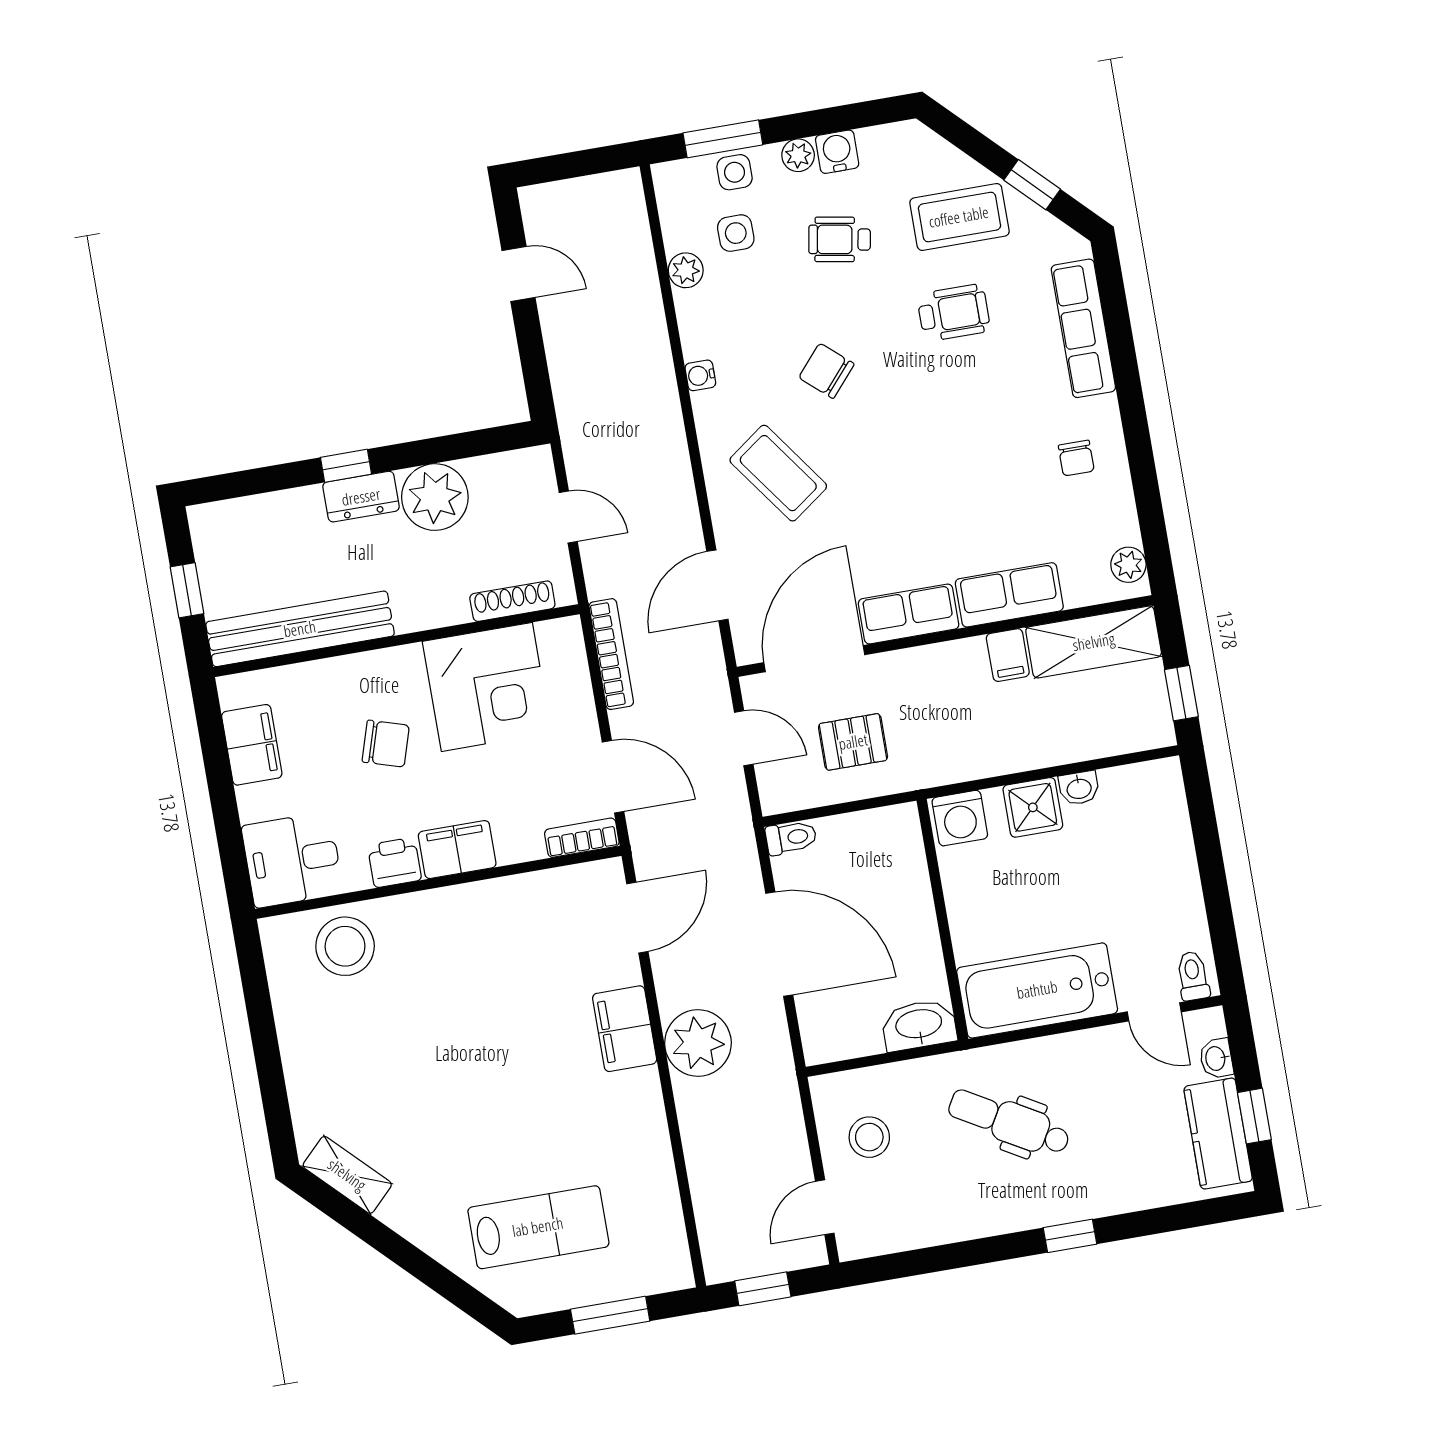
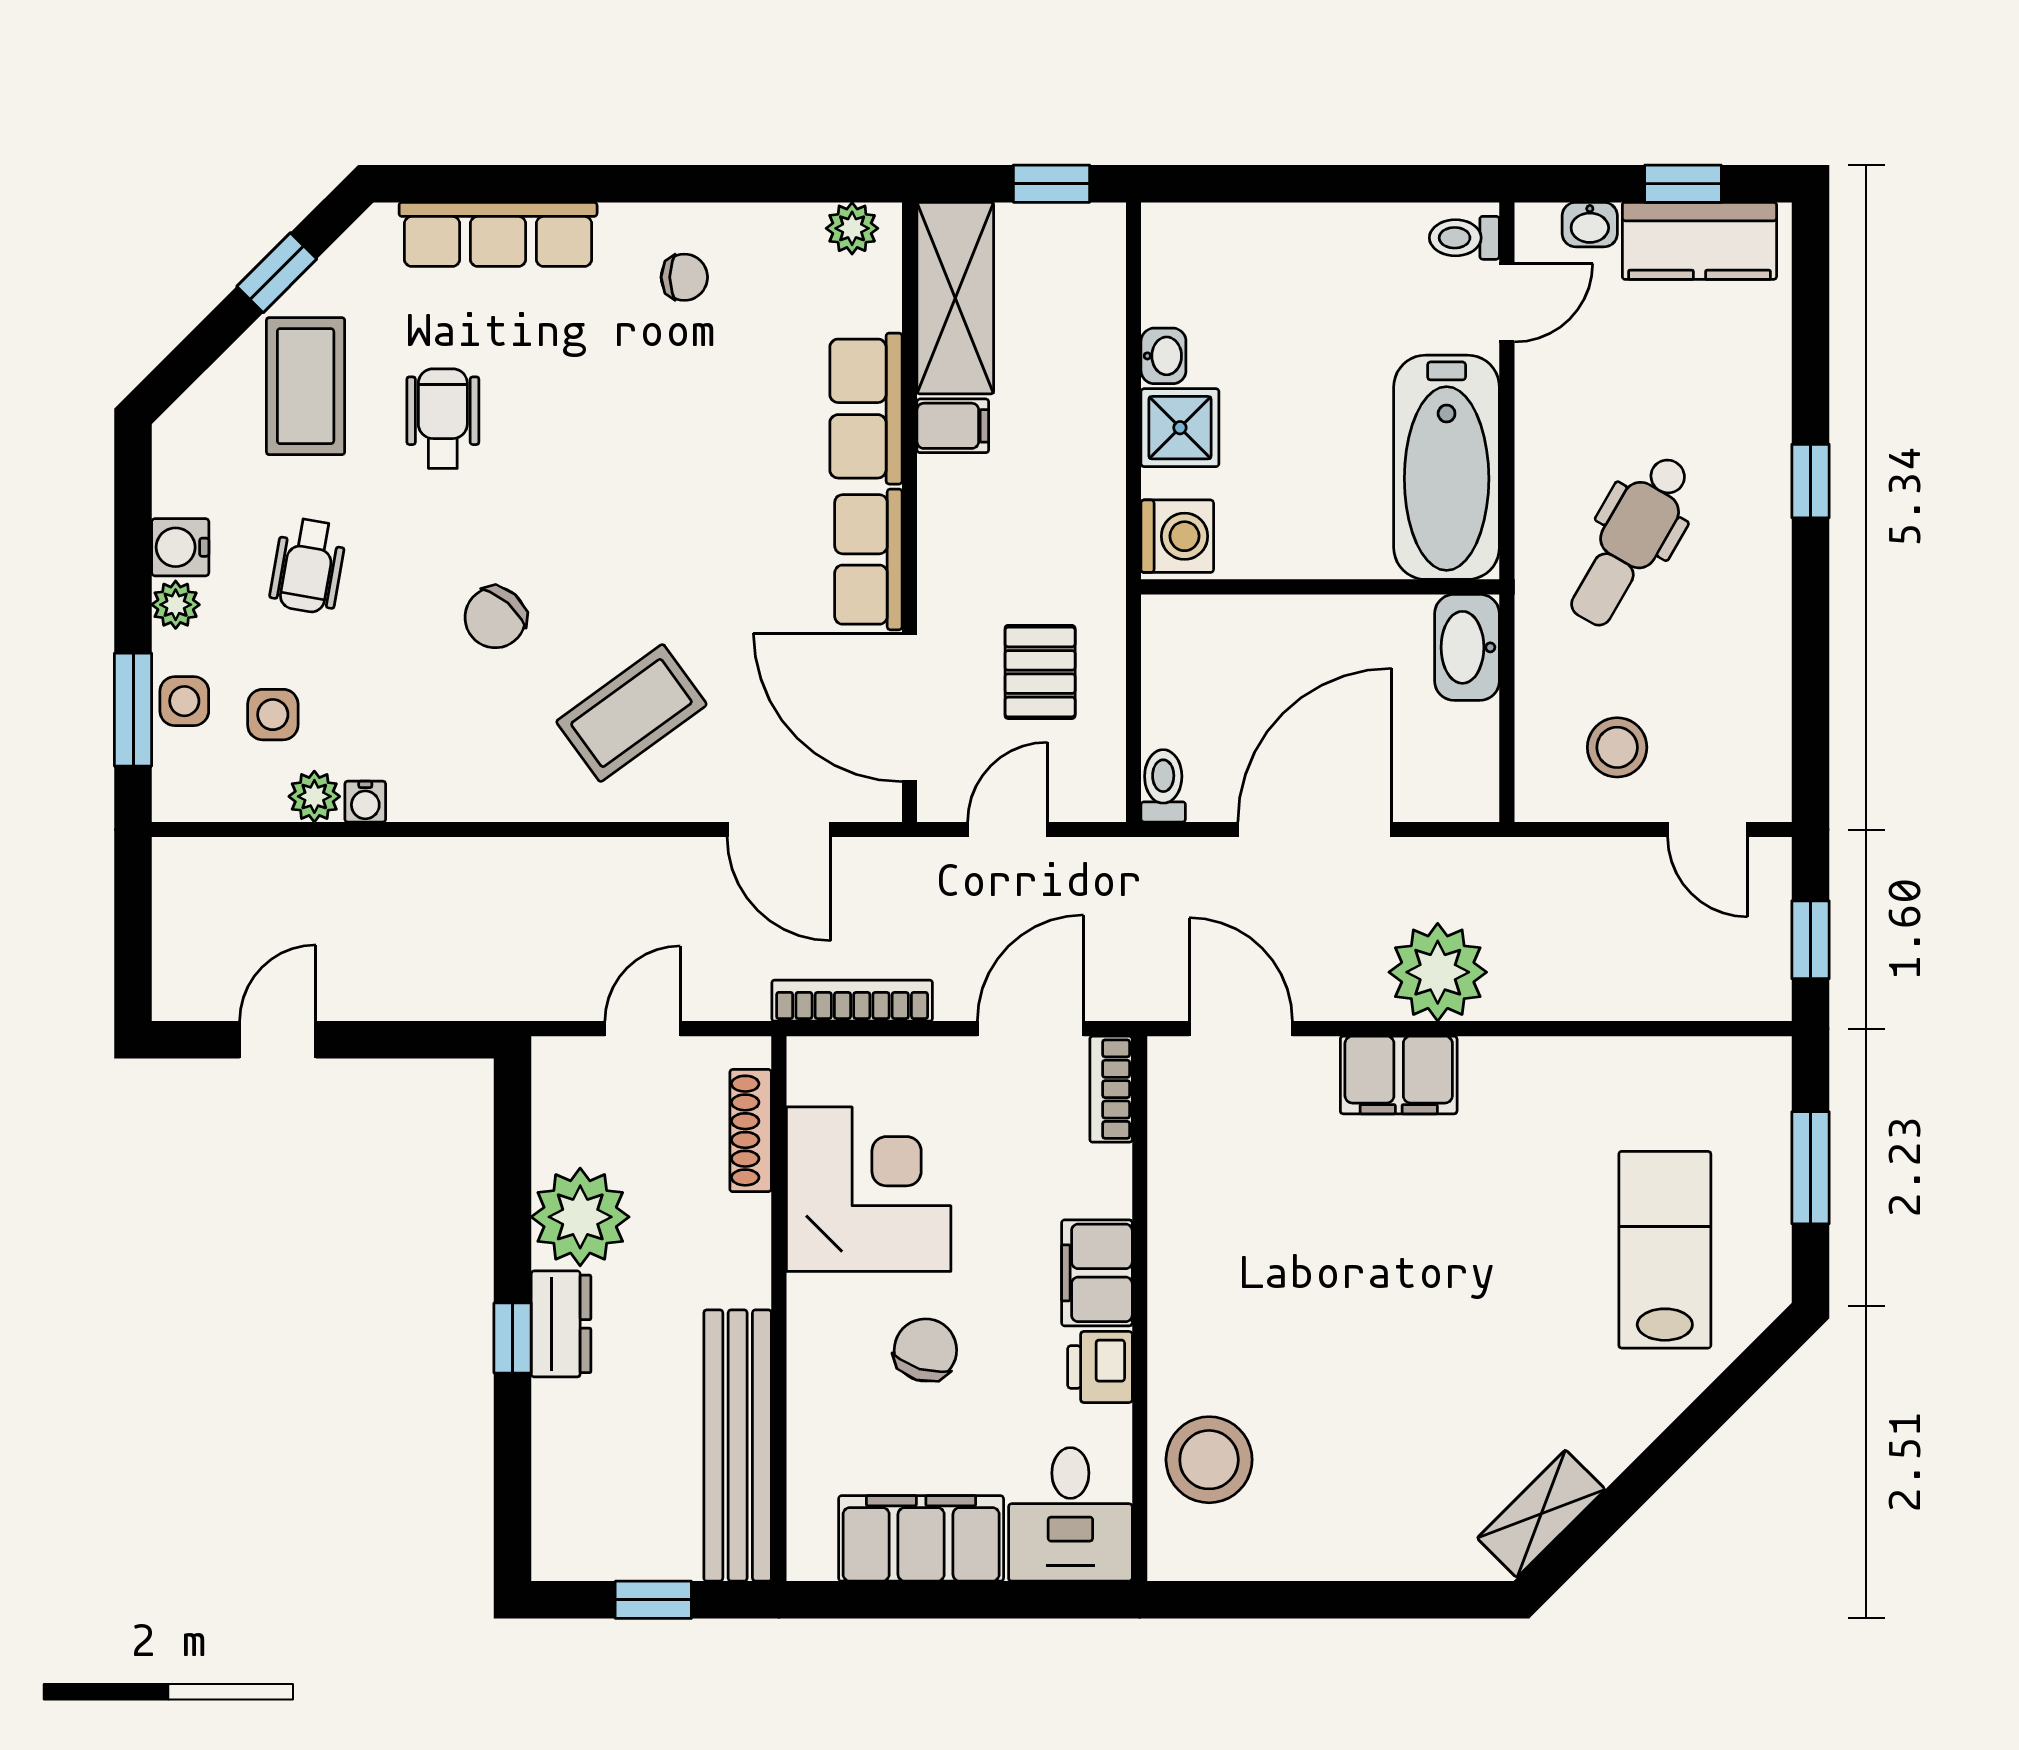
water cooler: (700, 375) -> (365, 802), moved
filing cabinet: (252, 745) -> (921, 1538), width x1.50, depth x1.17

